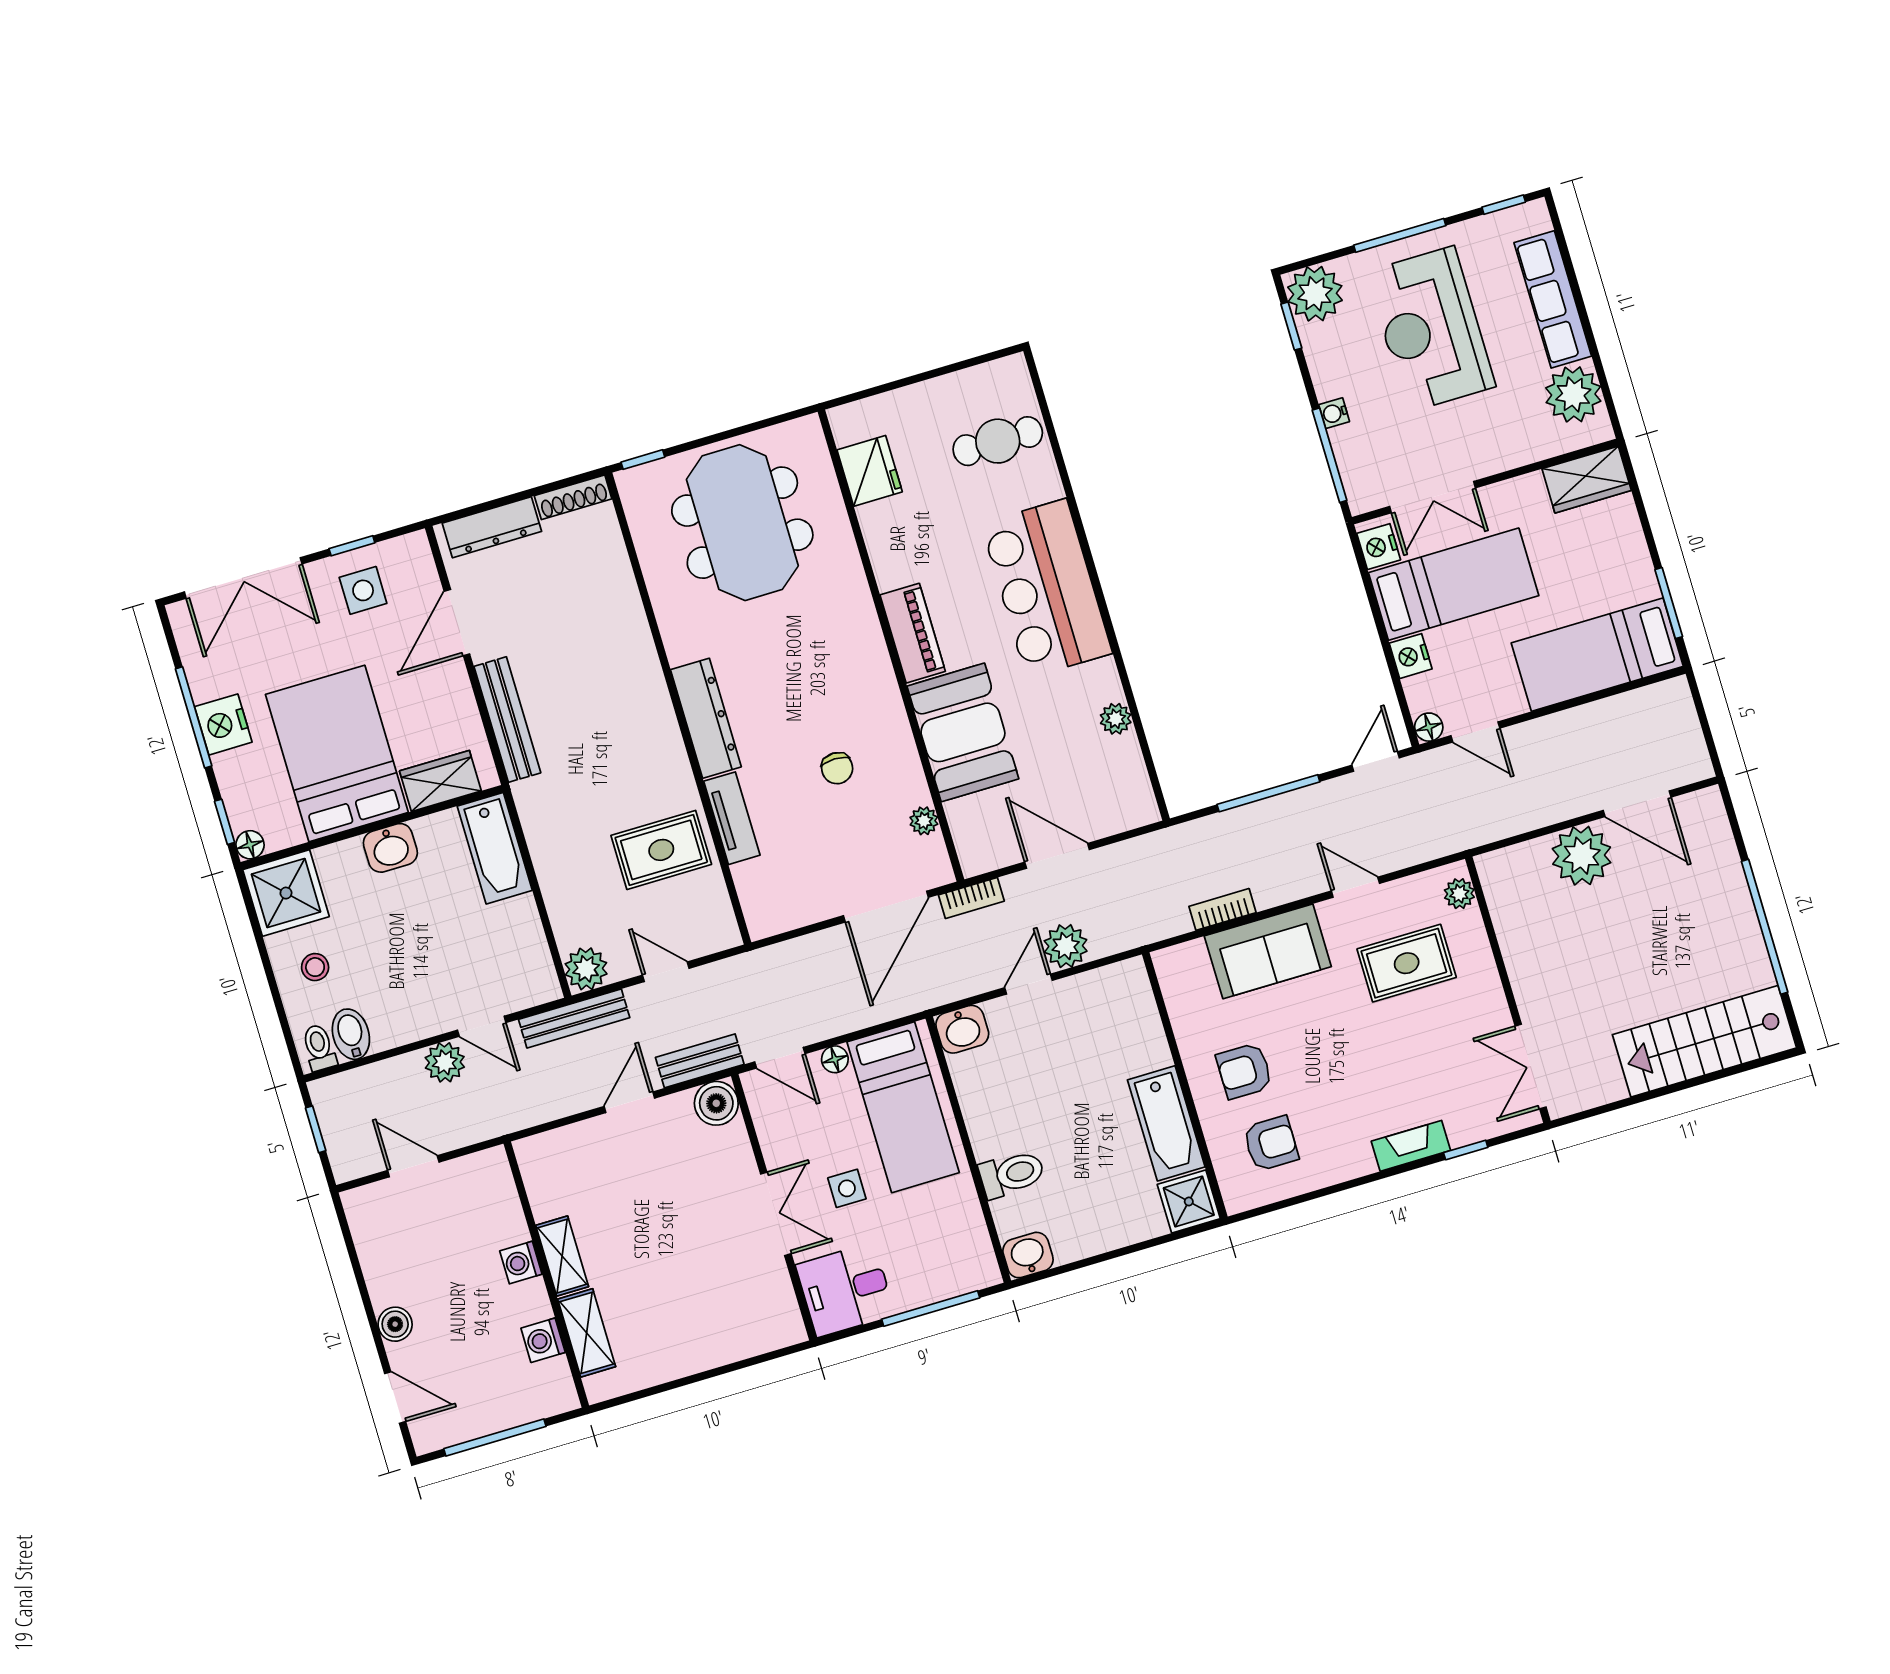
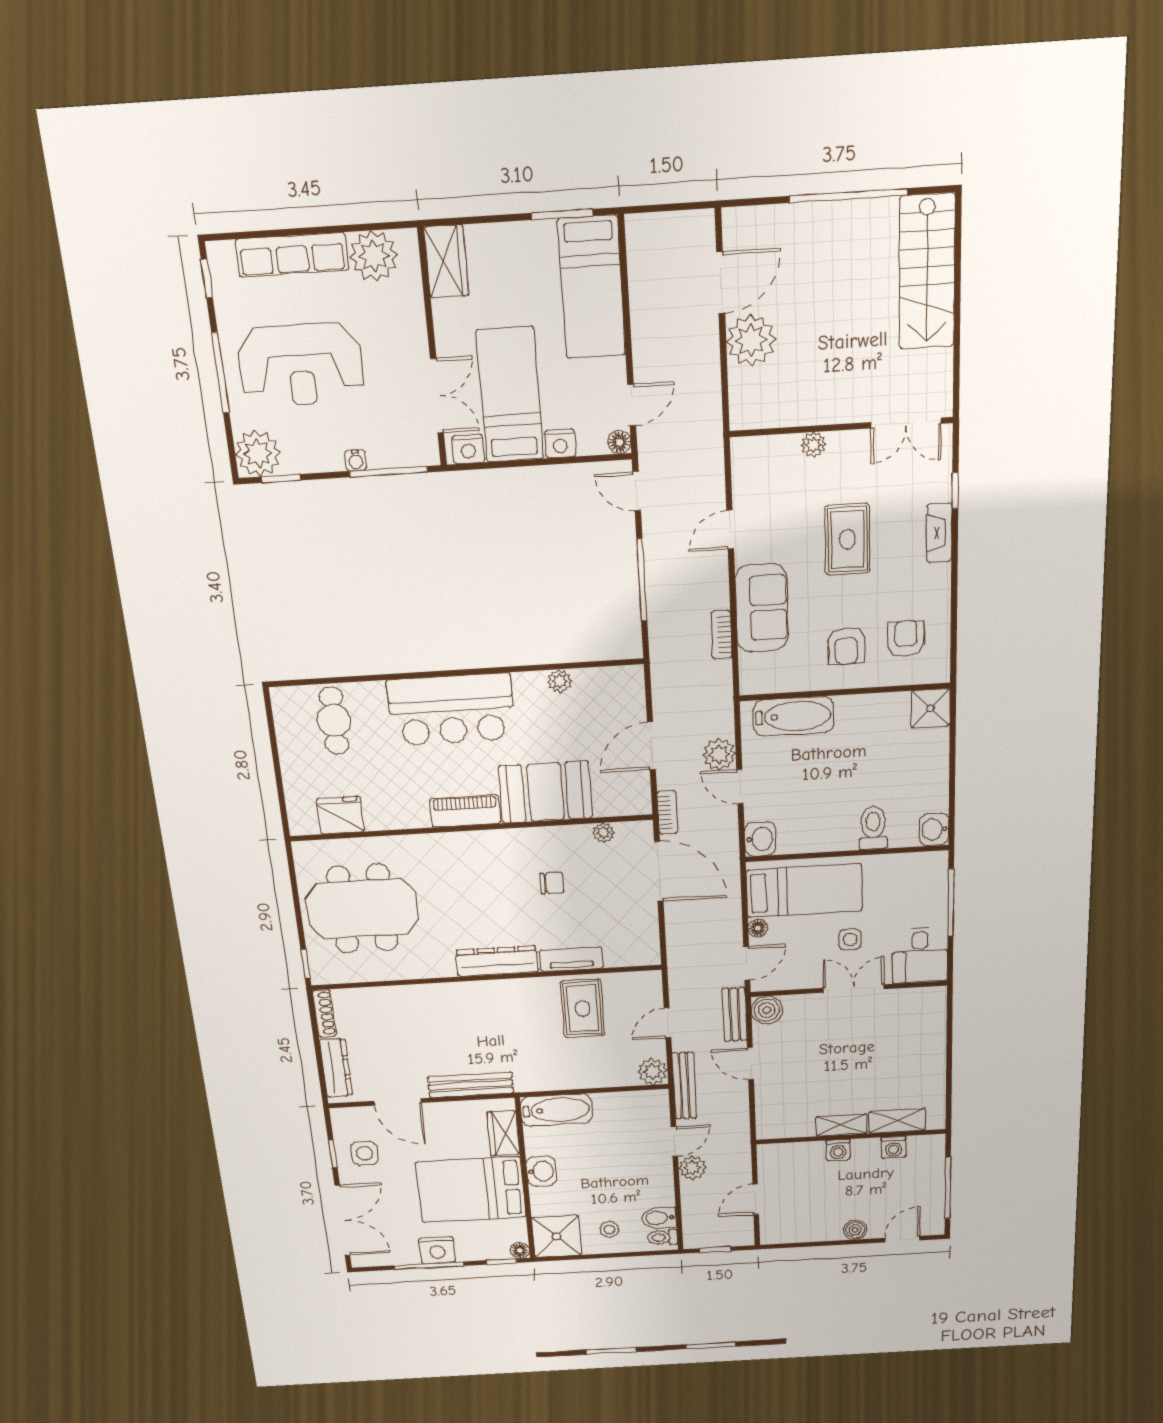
plant: (1459, 894) -> (814, 445), moved
rug: (1407, 963) -> (847, 539), moved
bathtub: (1166, 1123) -> (794, 716), moved

